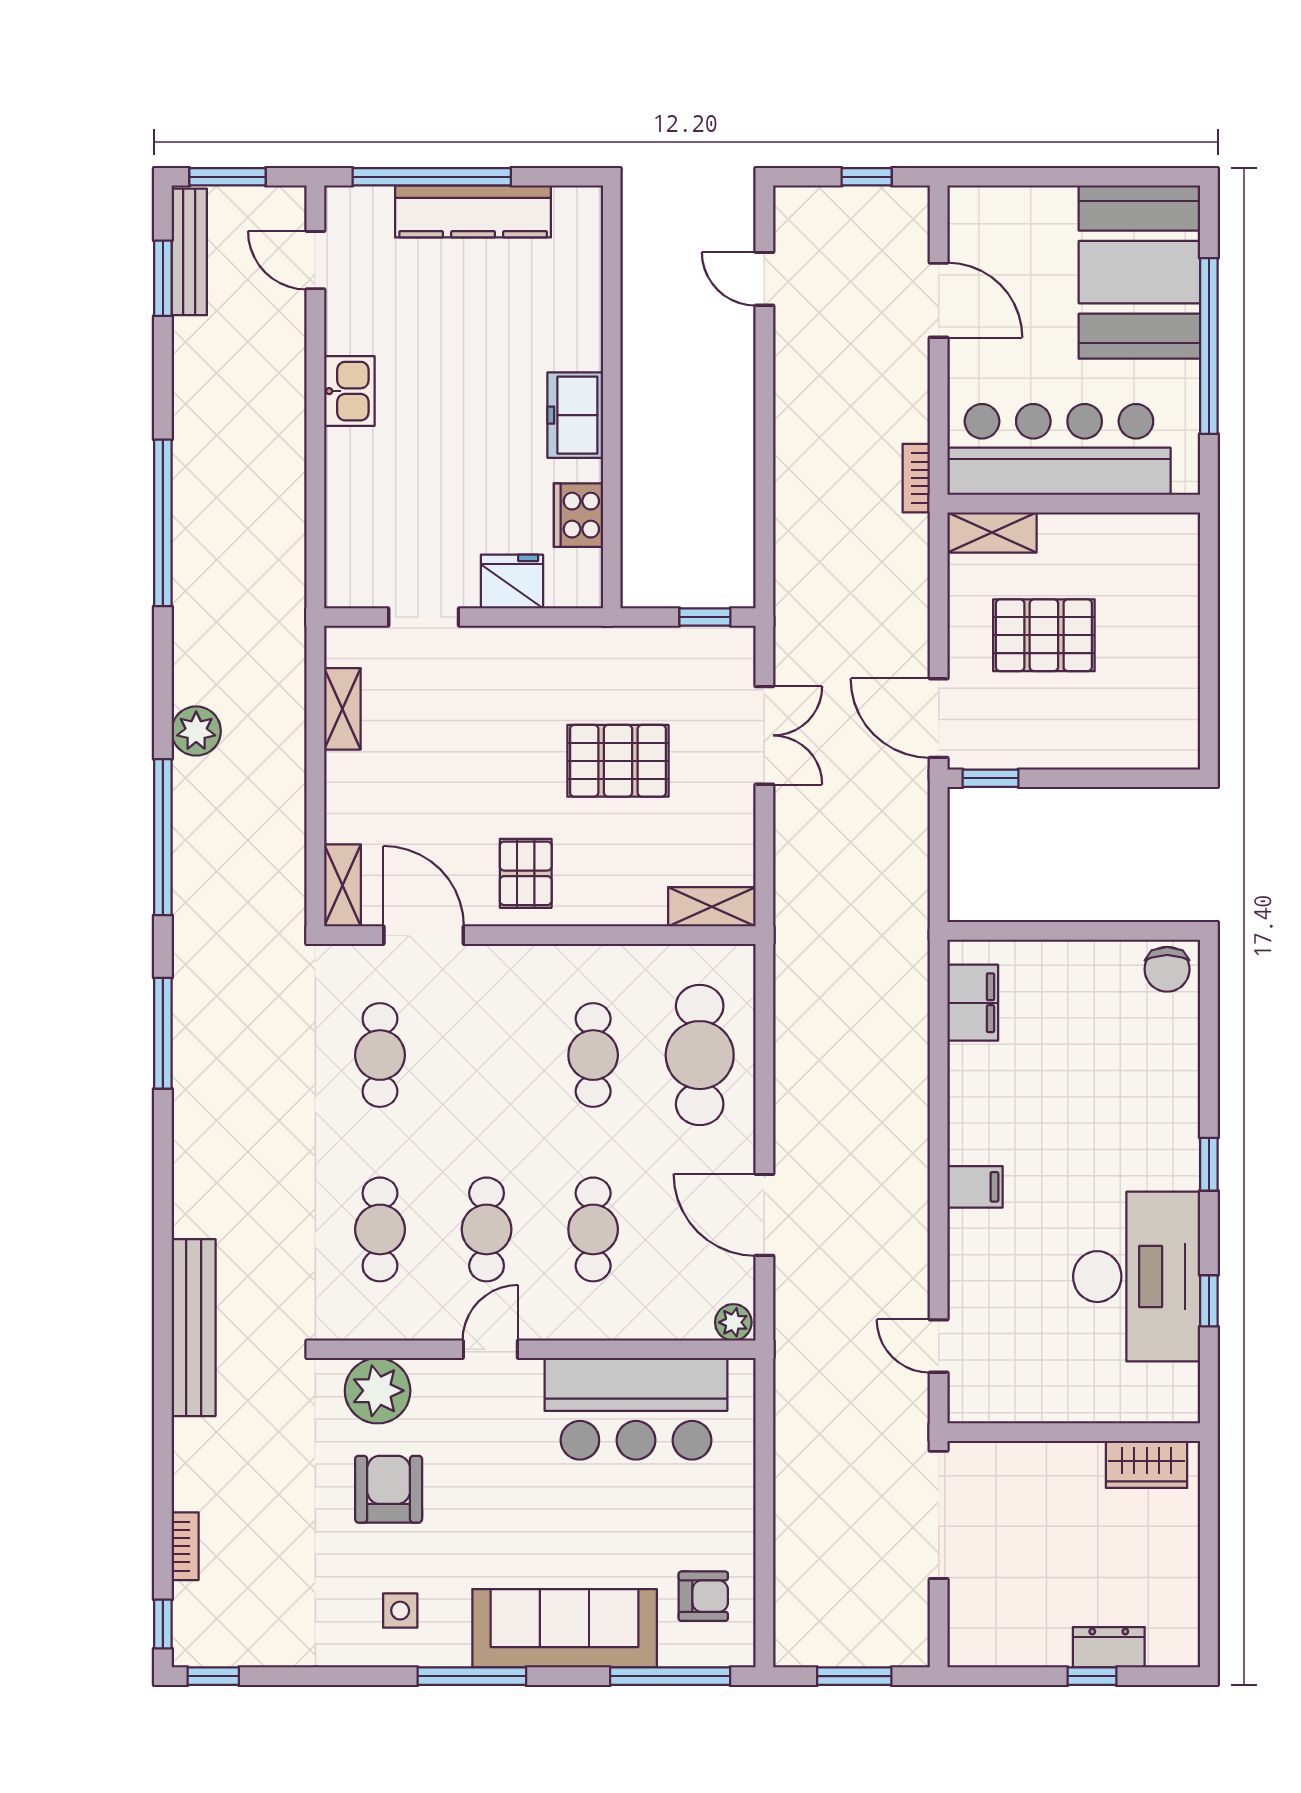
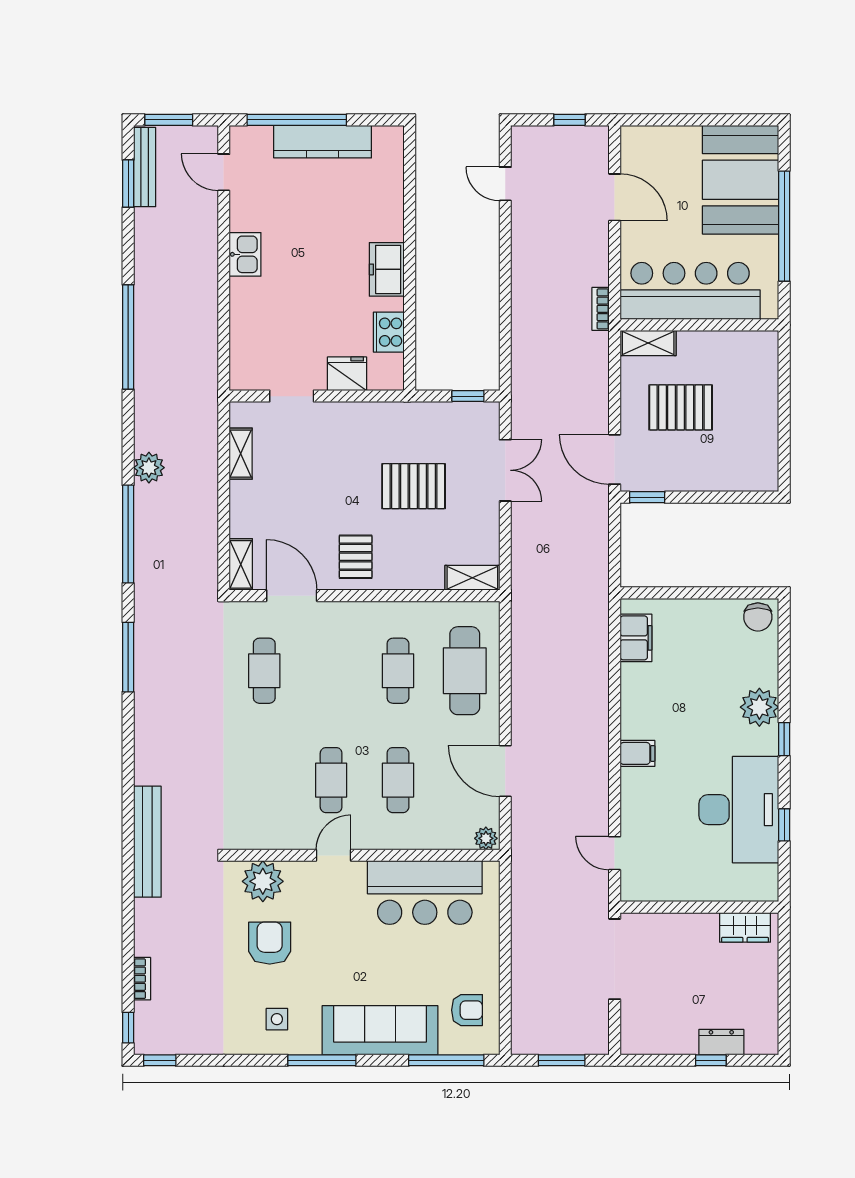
plant: (1170, 1113) -> (759, 707), added
cafe table: (380, 1229) -> (264, 780), removed

